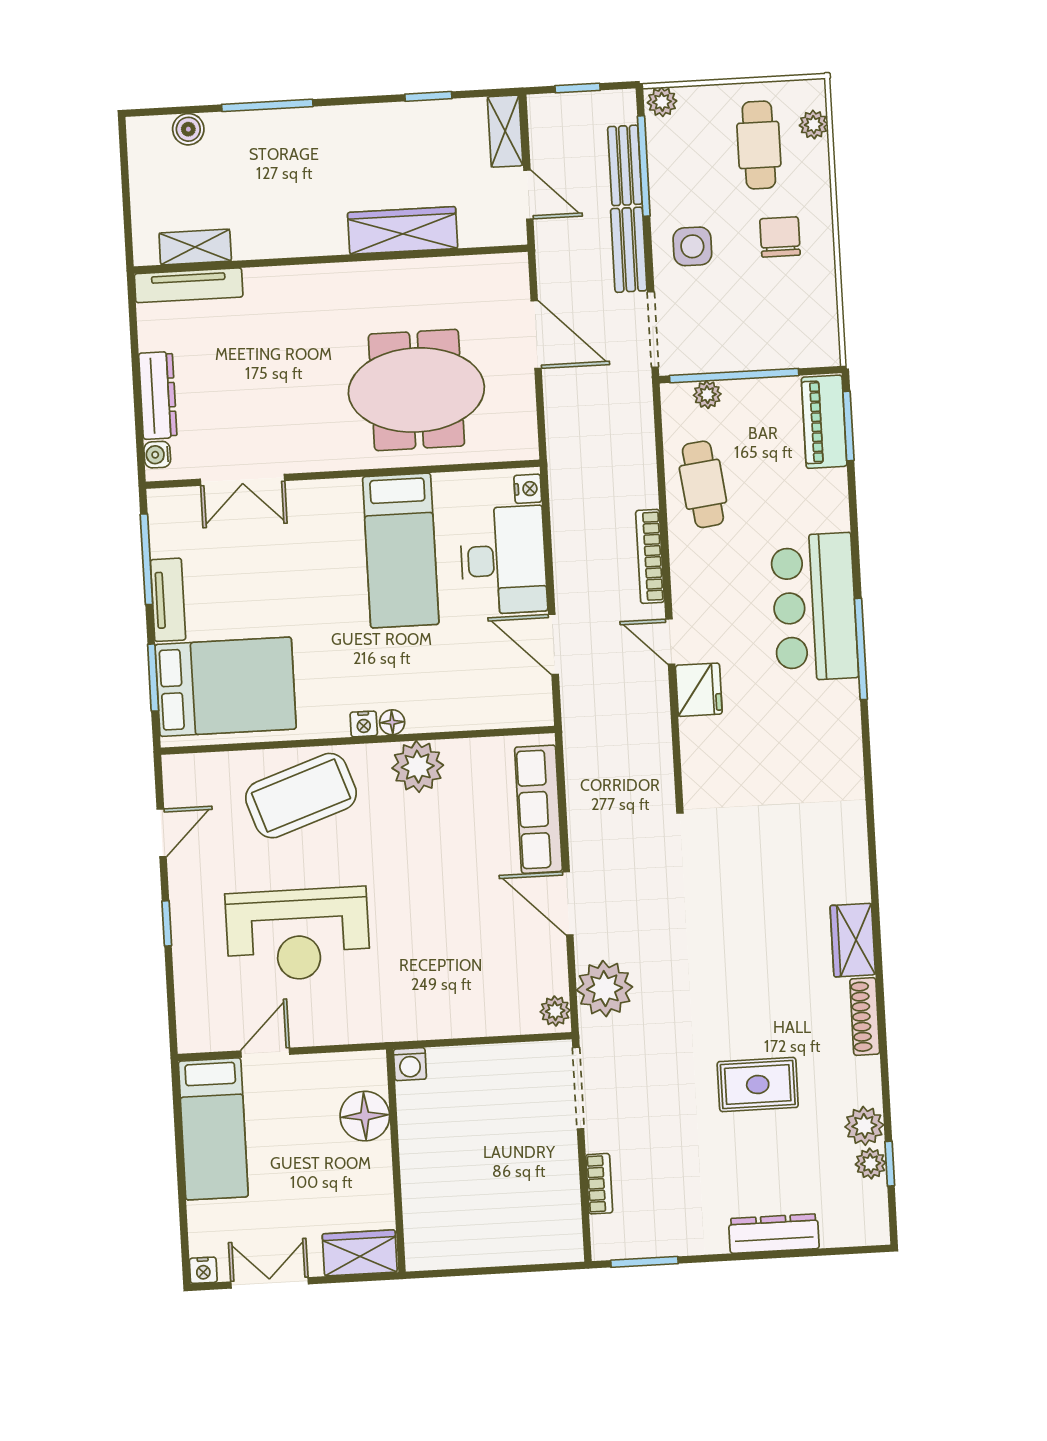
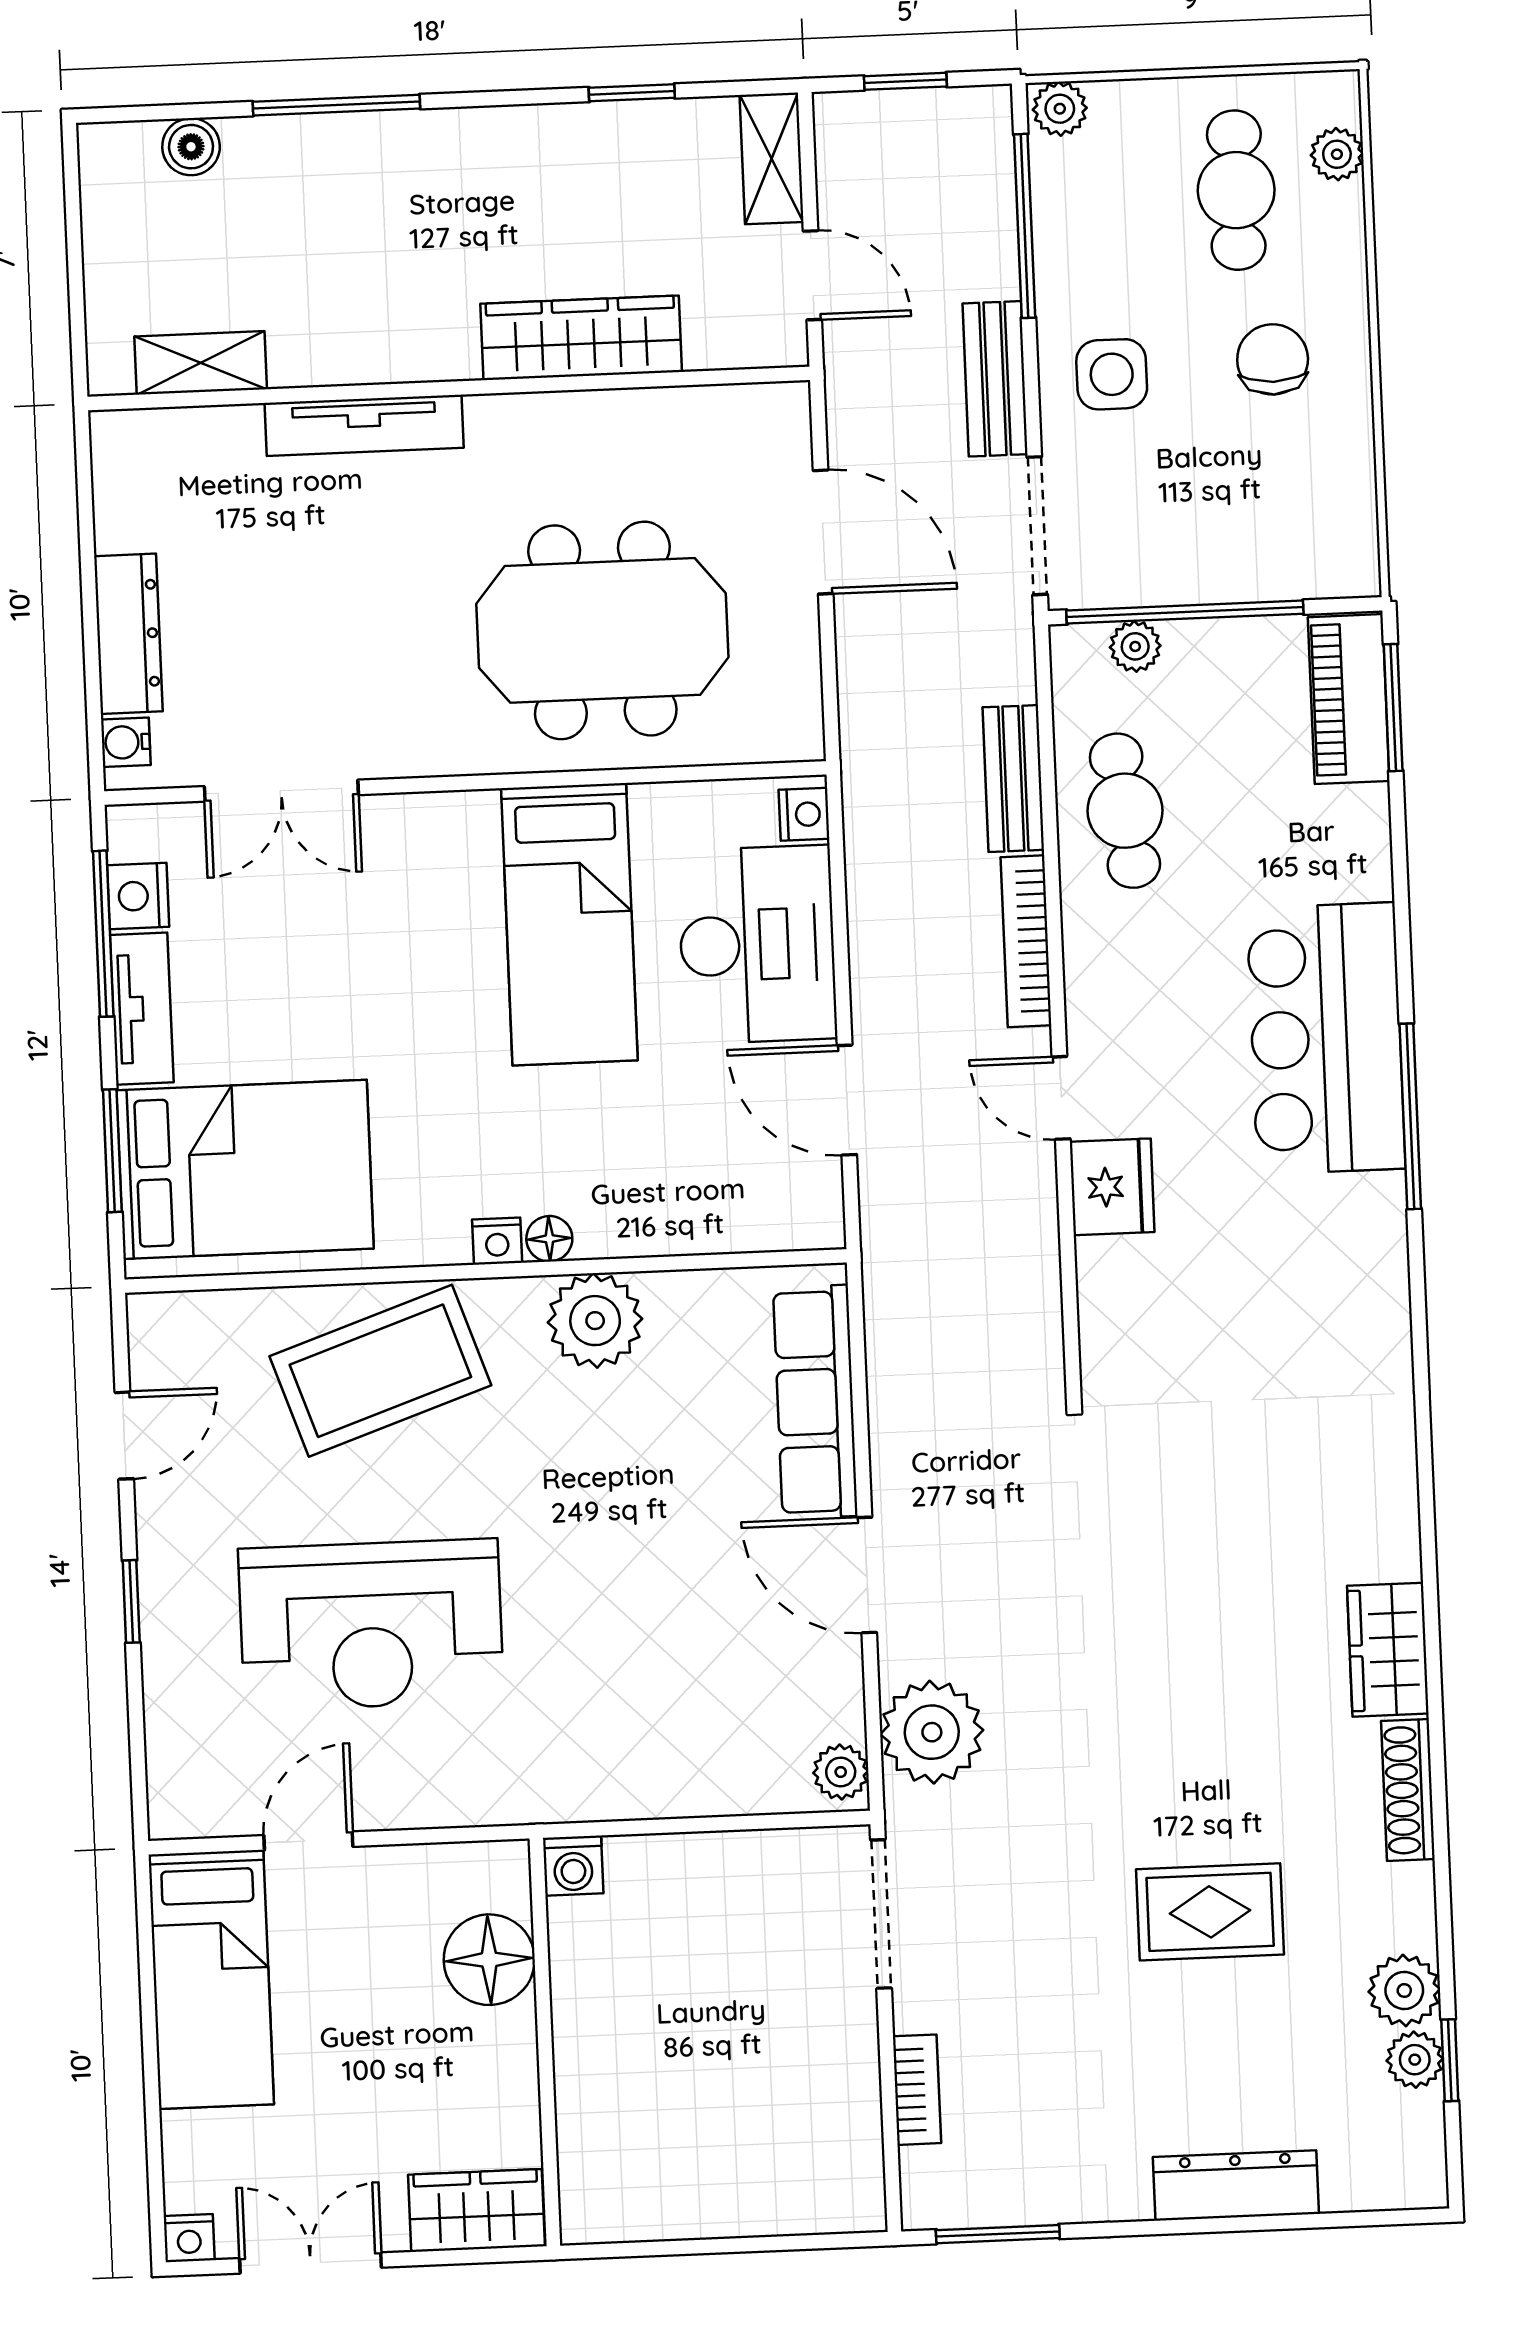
bench: (625, 165) -> (1013, 779), moved
tv unit: (189, 285) -> (364, 425), moved
nightstand: (165, 538) -> (138, 896), added

